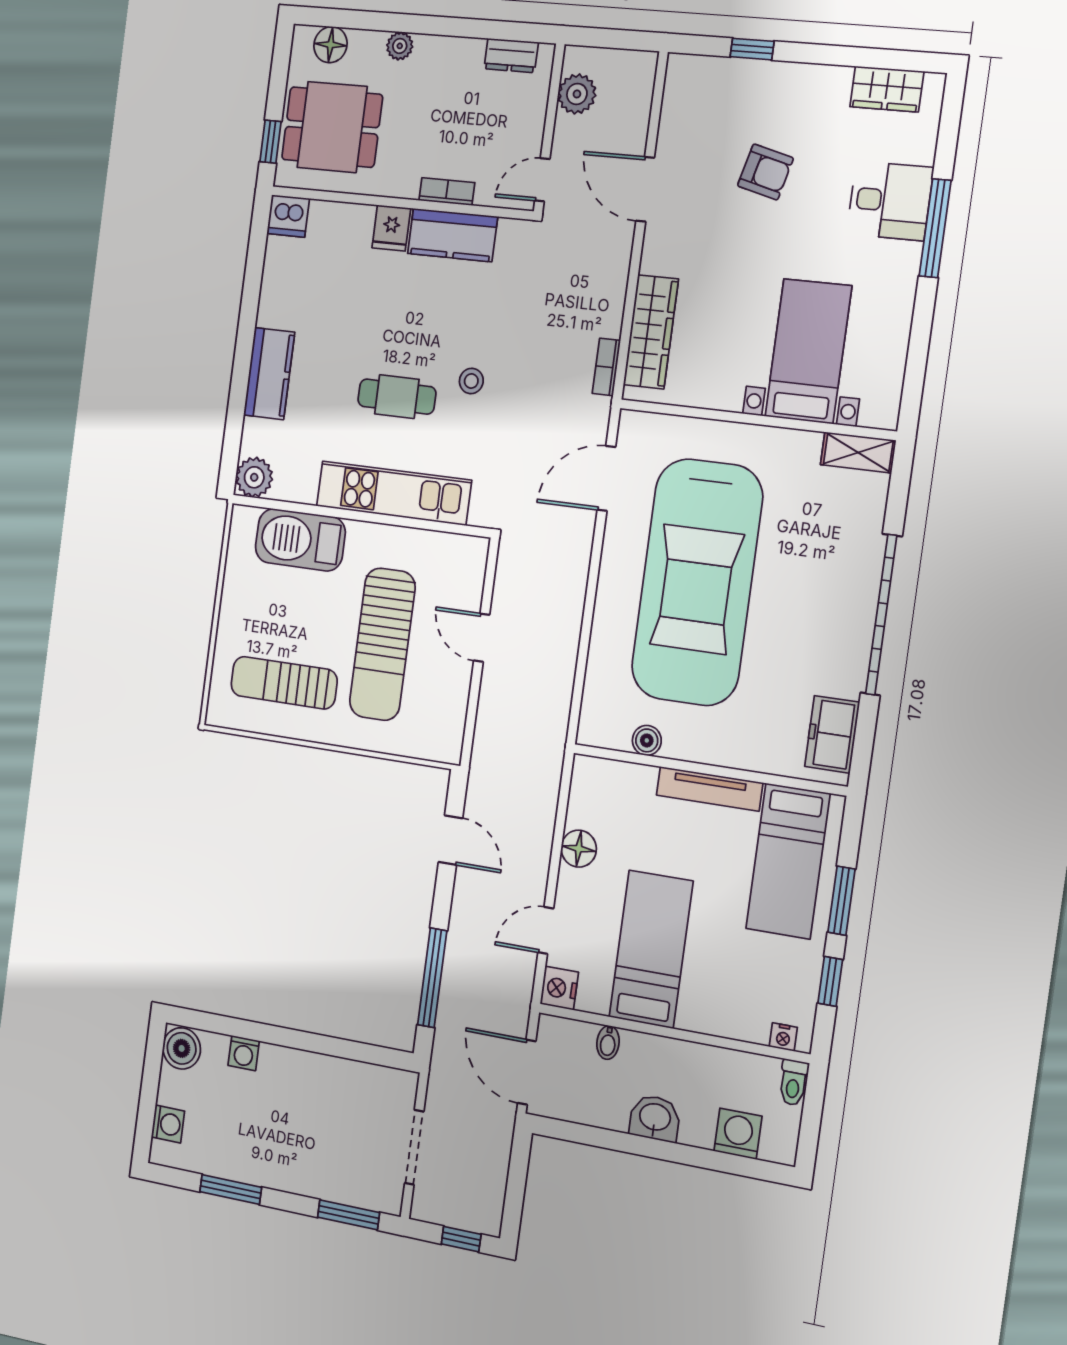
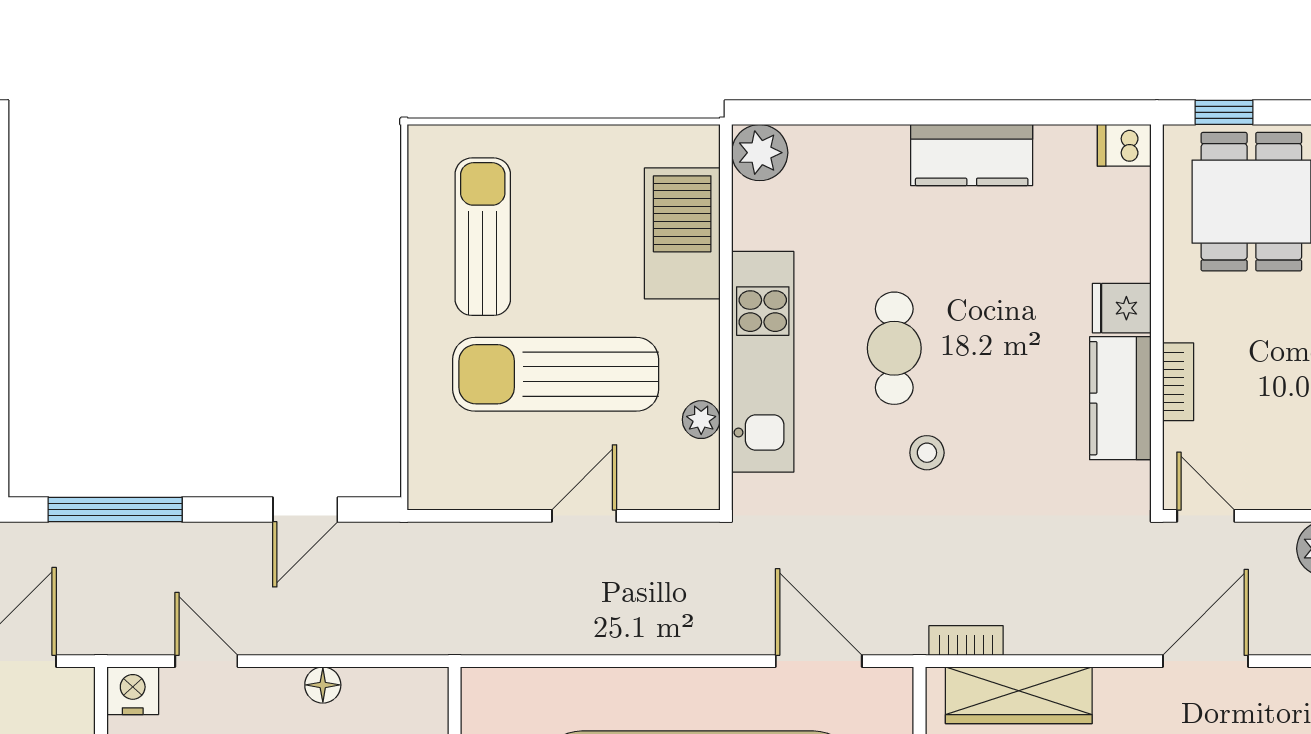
dishwasher: (288, 216) -> (1124, 145), width x0.73
kitchen counter: (269, 374) -> (972, 155), moved
plant: (427, 543) -> (701, 420), added
floor lamp: (579, 849) -> (323, 685), width x0.73, depth x0.73

